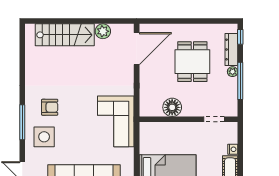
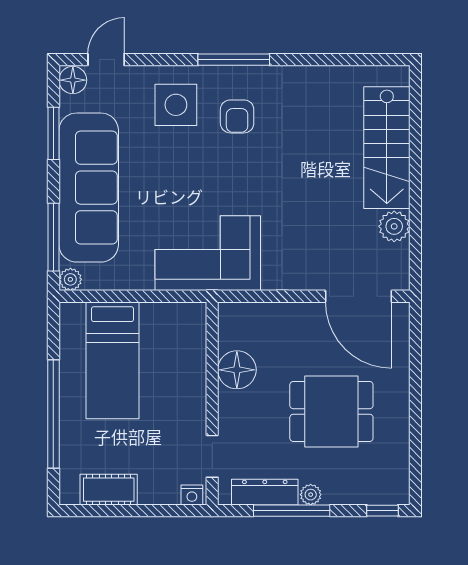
dresser: (231, 49) -> (265, 492), moved
window: (22, 122) -> (234, 60), moved
nightstand: (233, 149) -> (192, 495), moved

